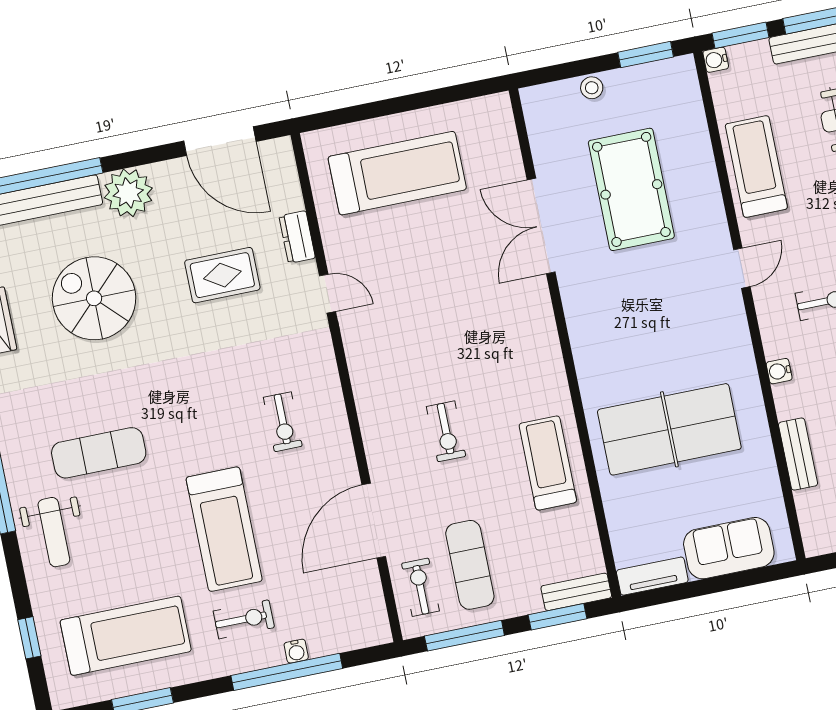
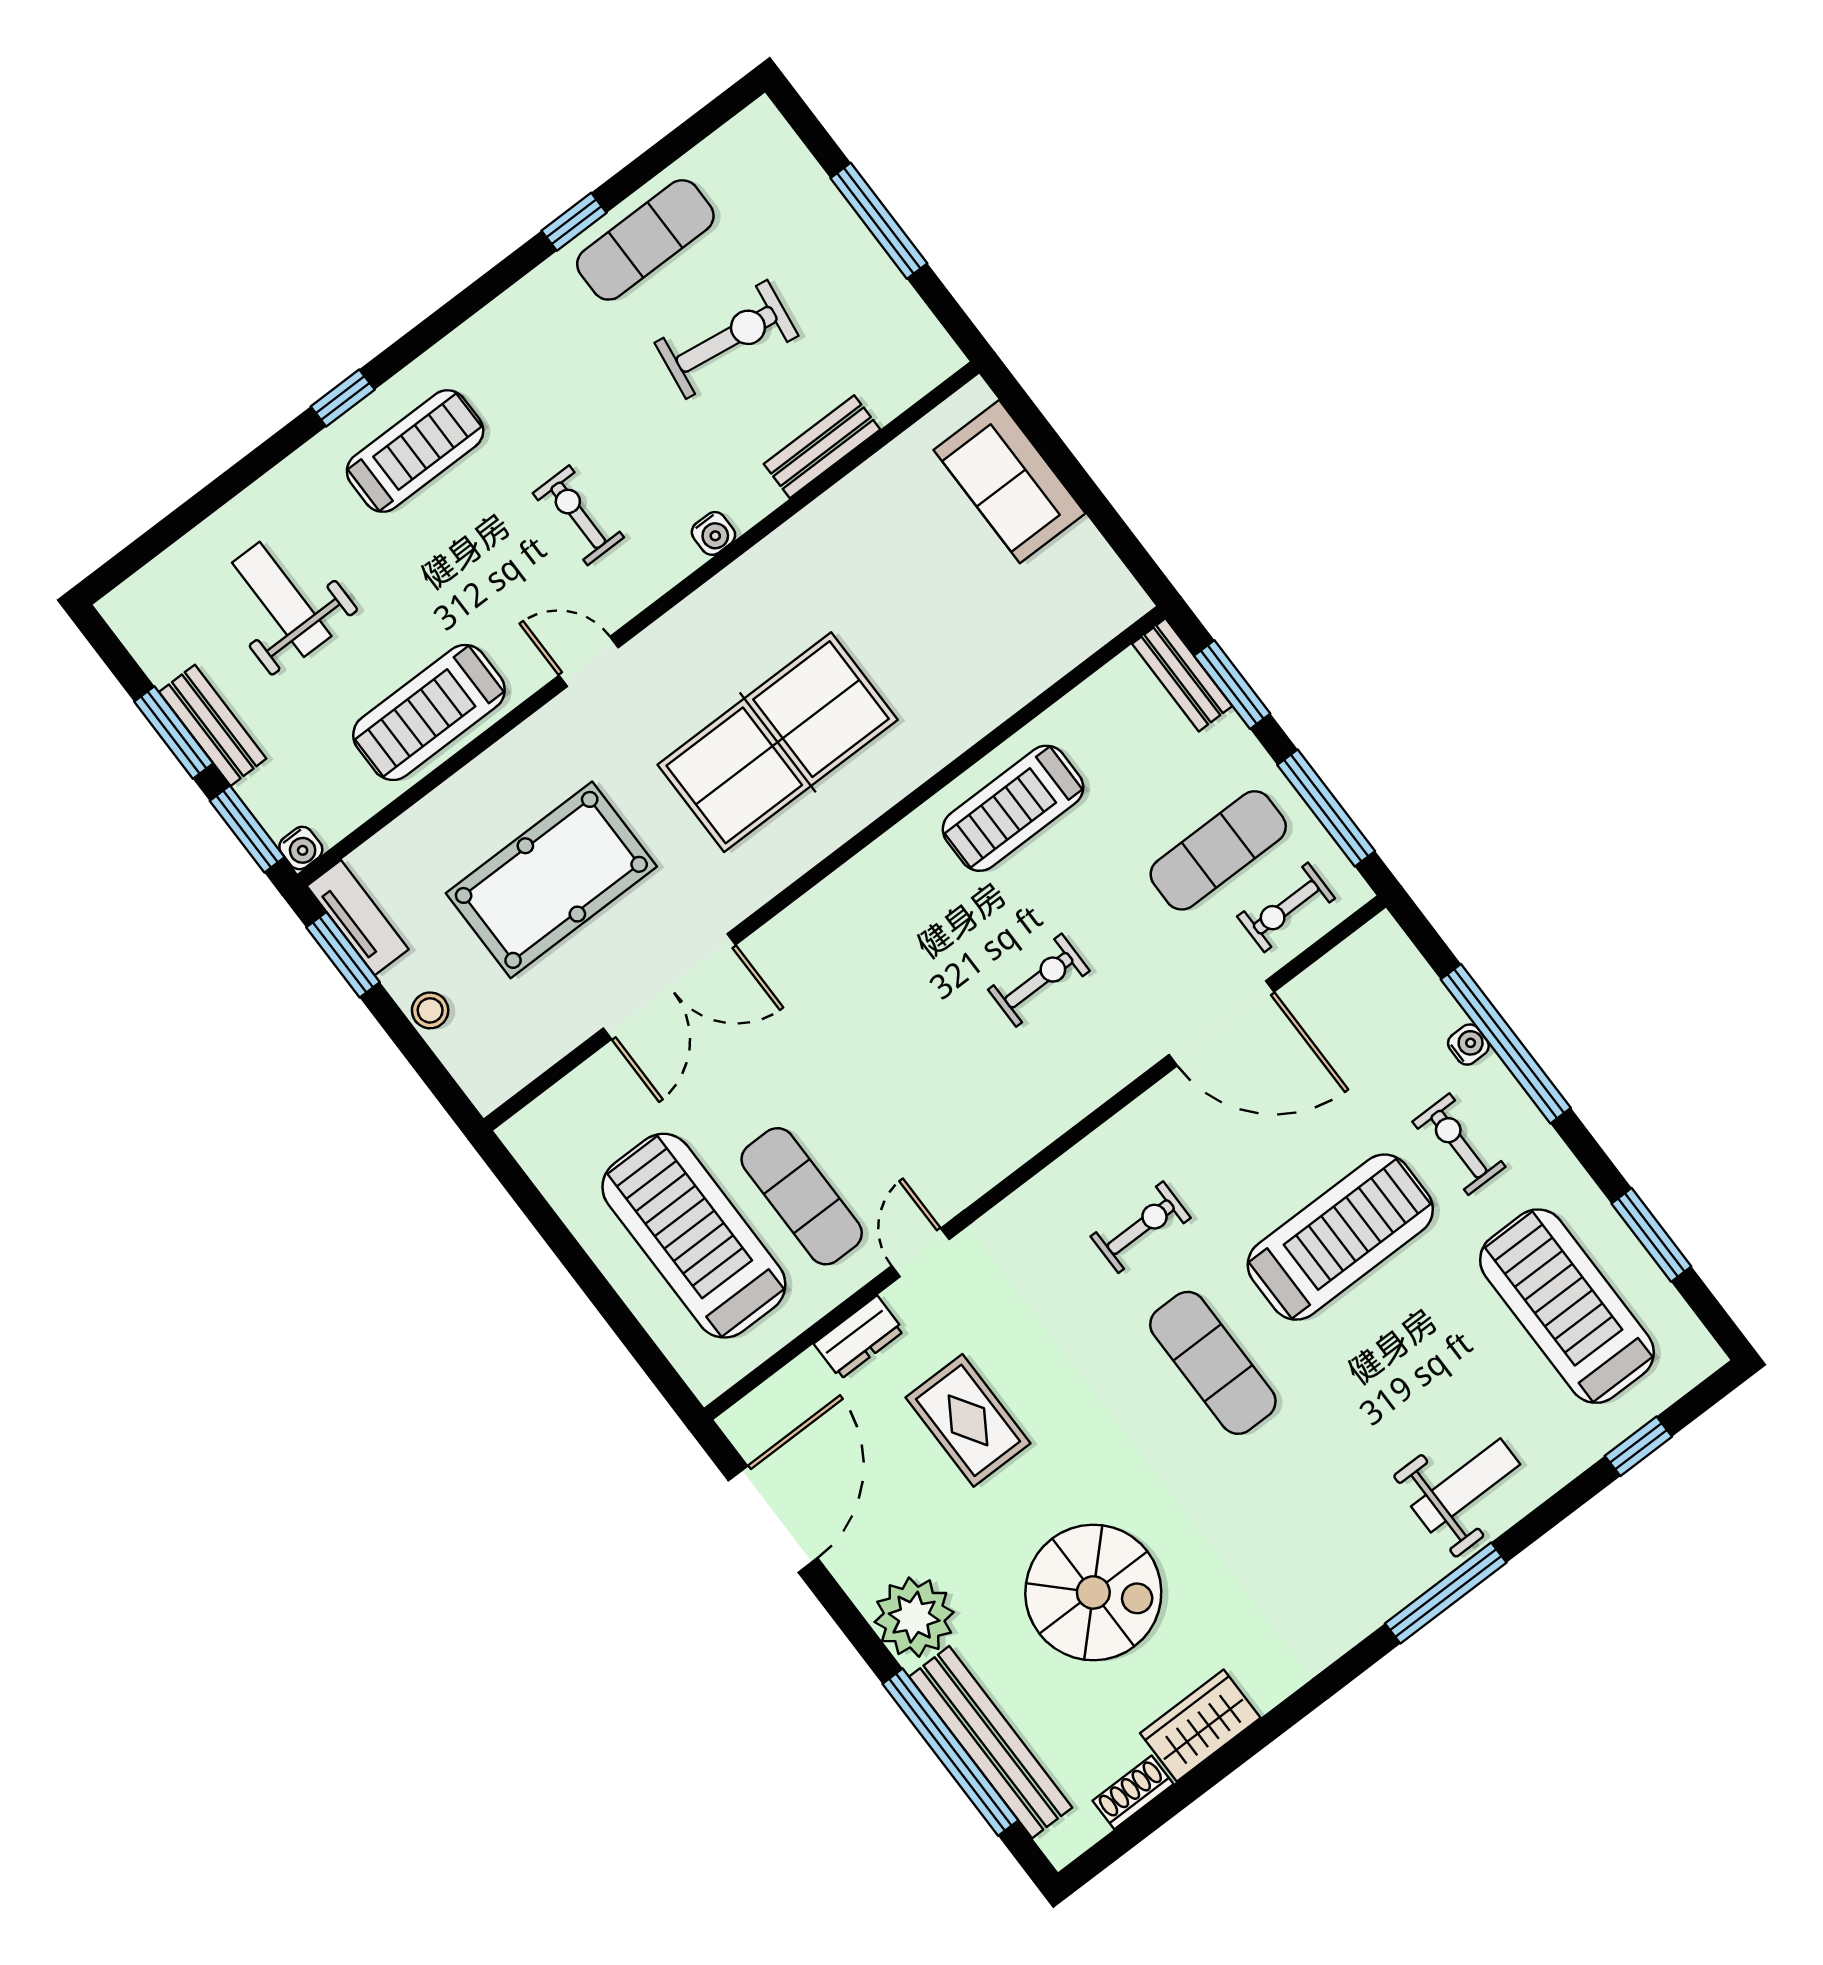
exercise mat: (390, 243) -> (802, 1196), added
spiral stairs: (94, 298) -> (1093, 1592), turned -90
table tennis table: (669, 429) -> (778, 742), moved, turned 90
exercise mat: (99, 453) -> (1213, 1363), moved
tv unit: (652, 576) -> (358, 918), moved, turned 180

